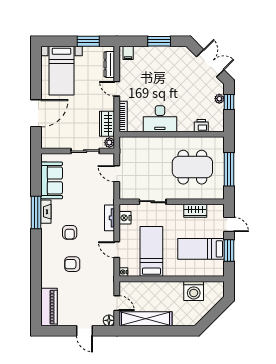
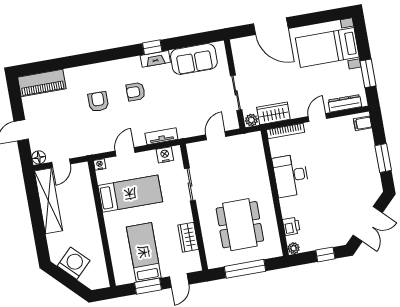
plant: (219, 99) -> (294, 248), moved
window: (36, 213) -> (152, 47), width x0.46
washing machine: (194, 291) -> (74, 263), moved, turned 135

